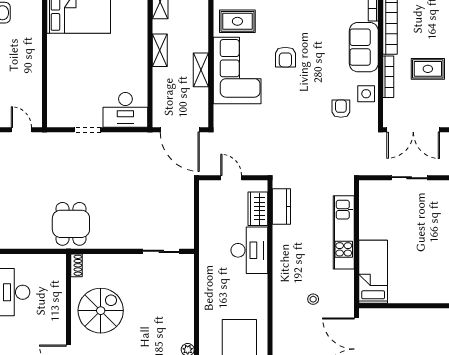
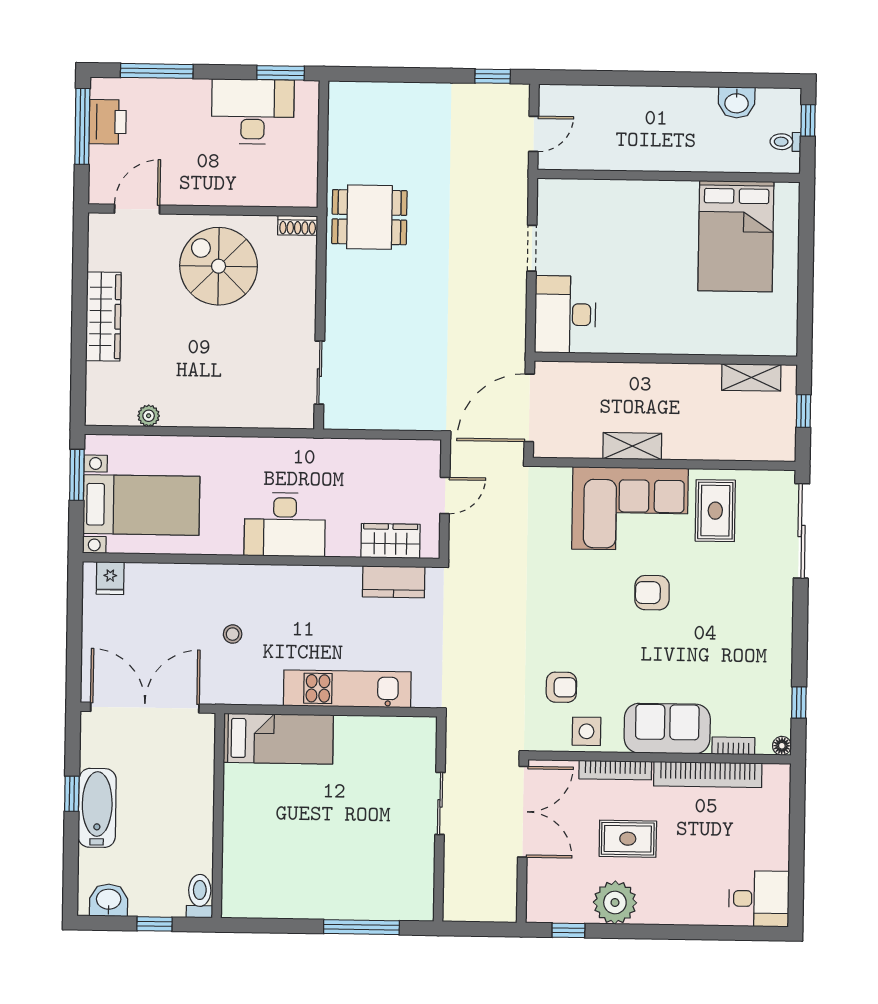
shelving: (160, 50) -> (667, 376), removed
rug: (428, 69) -> (628, 839), turned 90
double door: (413, 130) -> (523, 812), swing flipped
desk: (249, 250) -> (285, 525), moved
spiral stairs: (101, 311) -> (219, 266), turned 180

